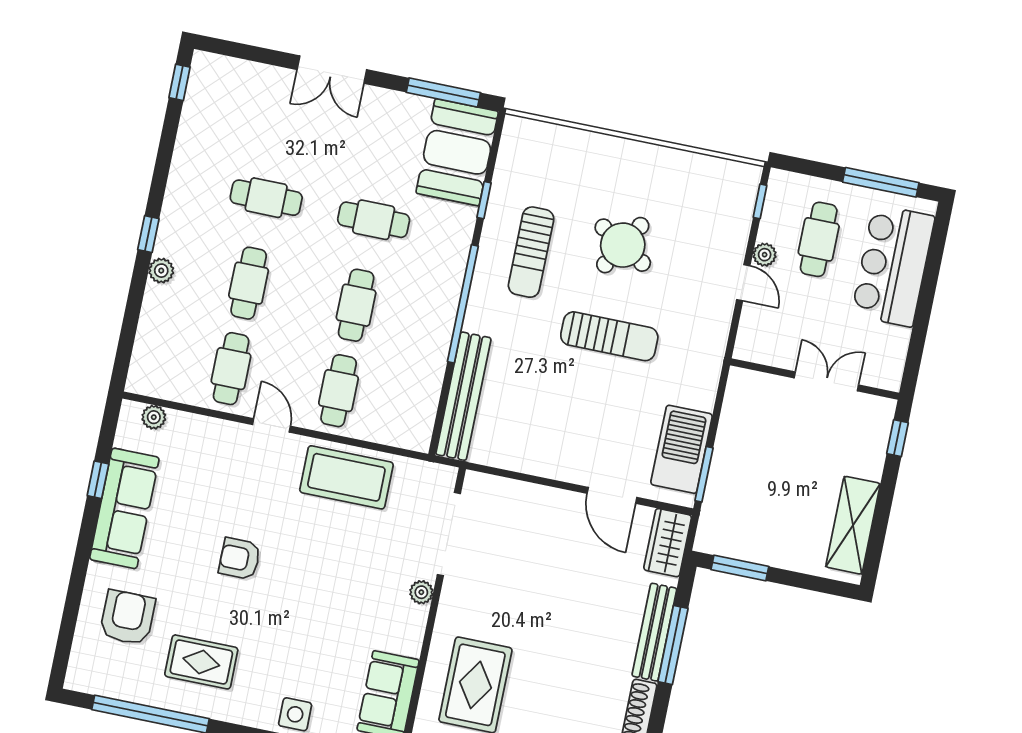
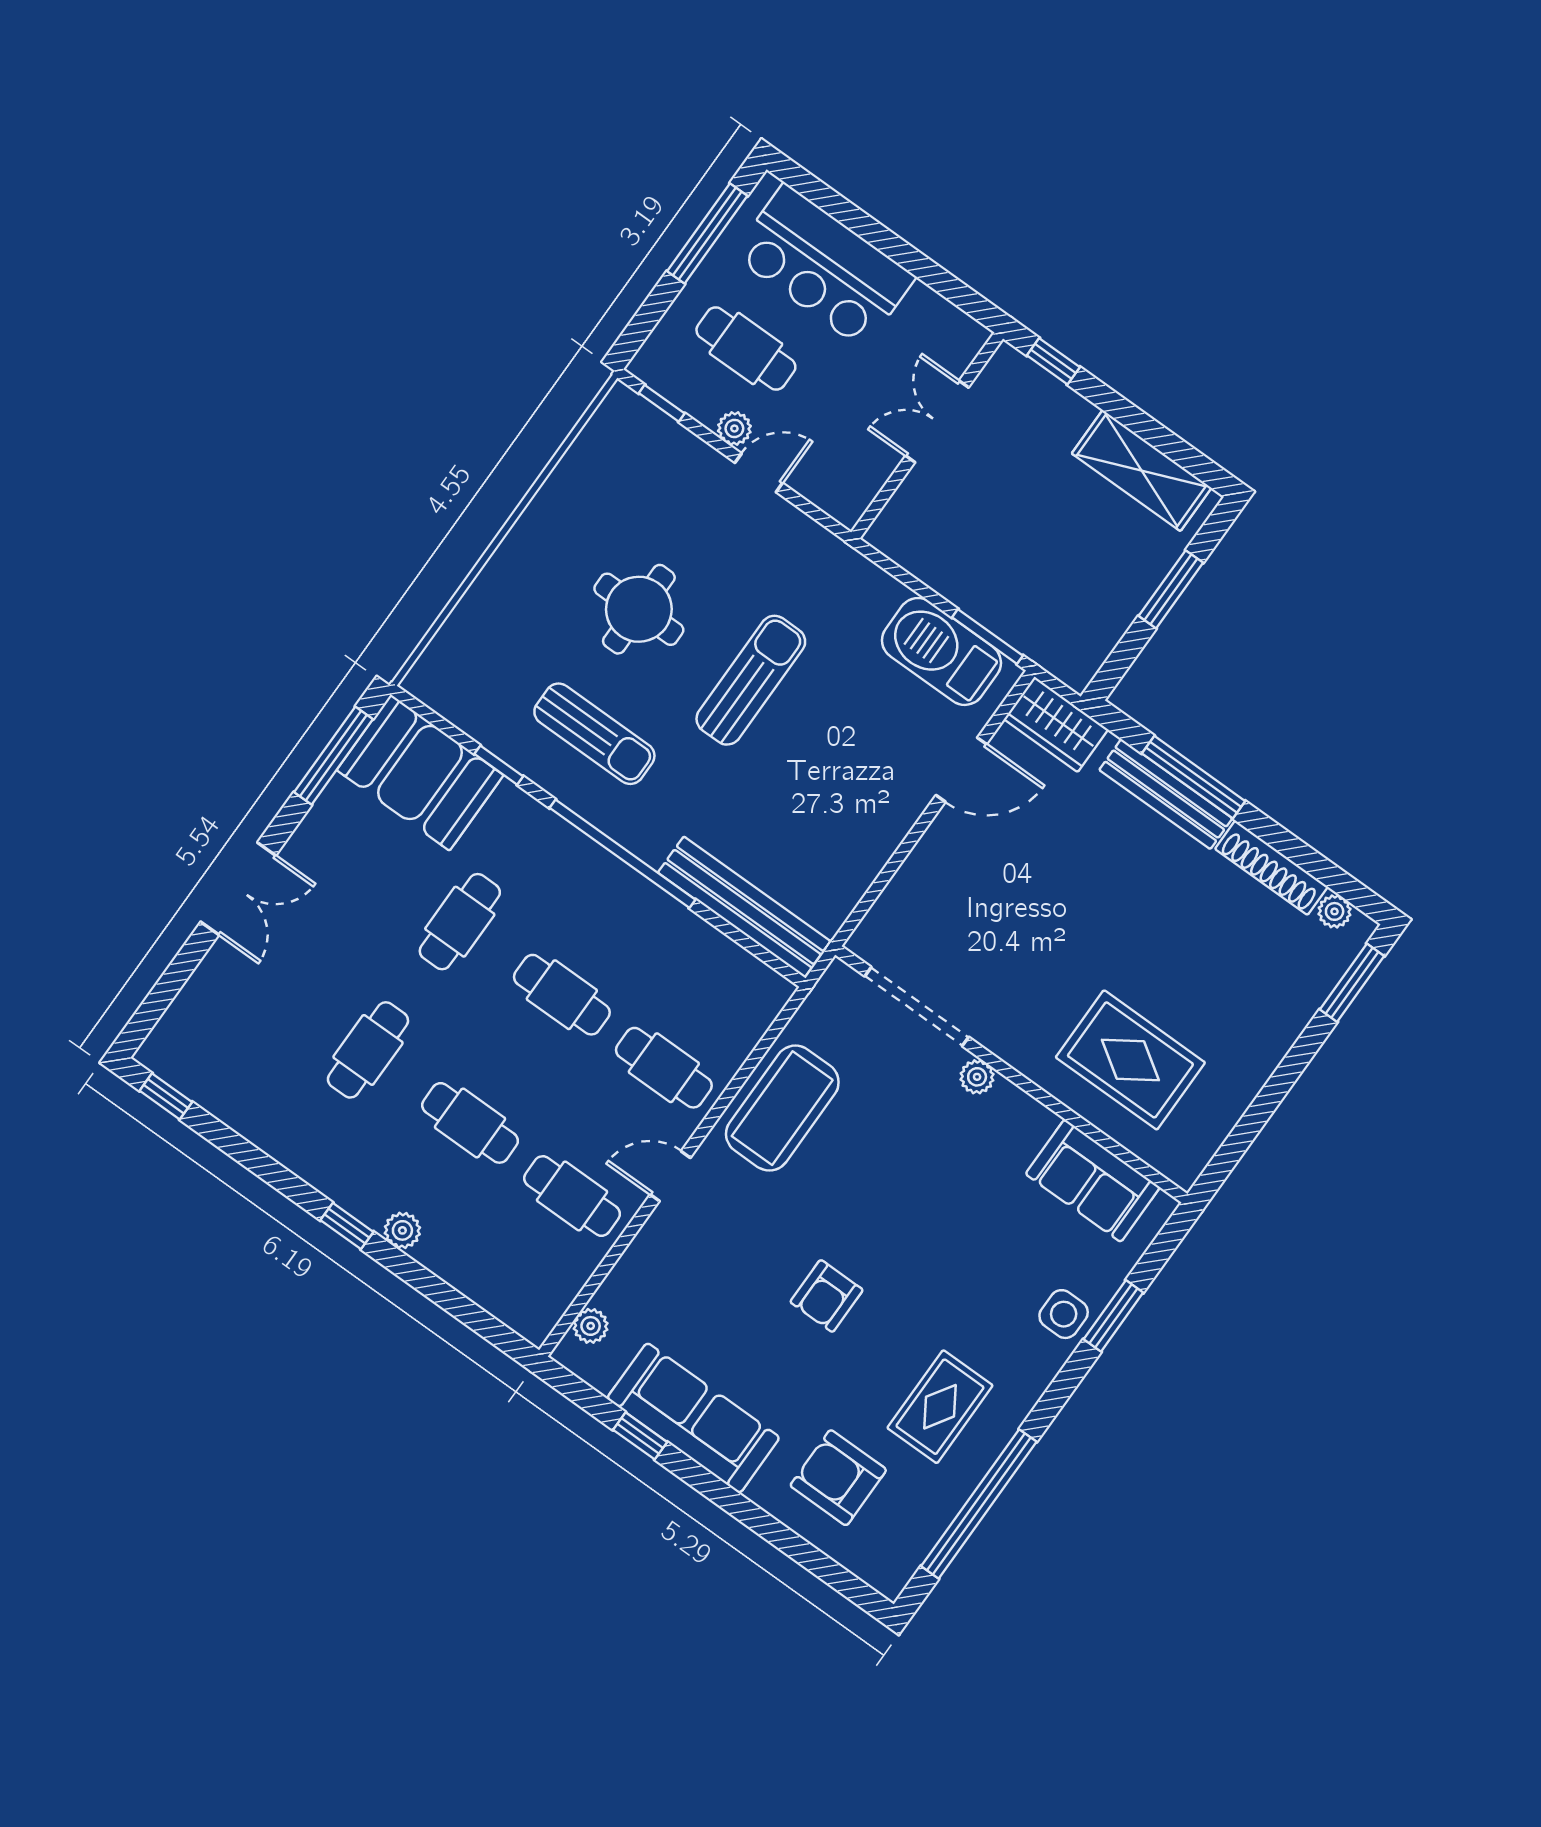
round table: (623, 245) -> (639, 609), turned -31
window: (740, 568) -> (1171, 589), moved

